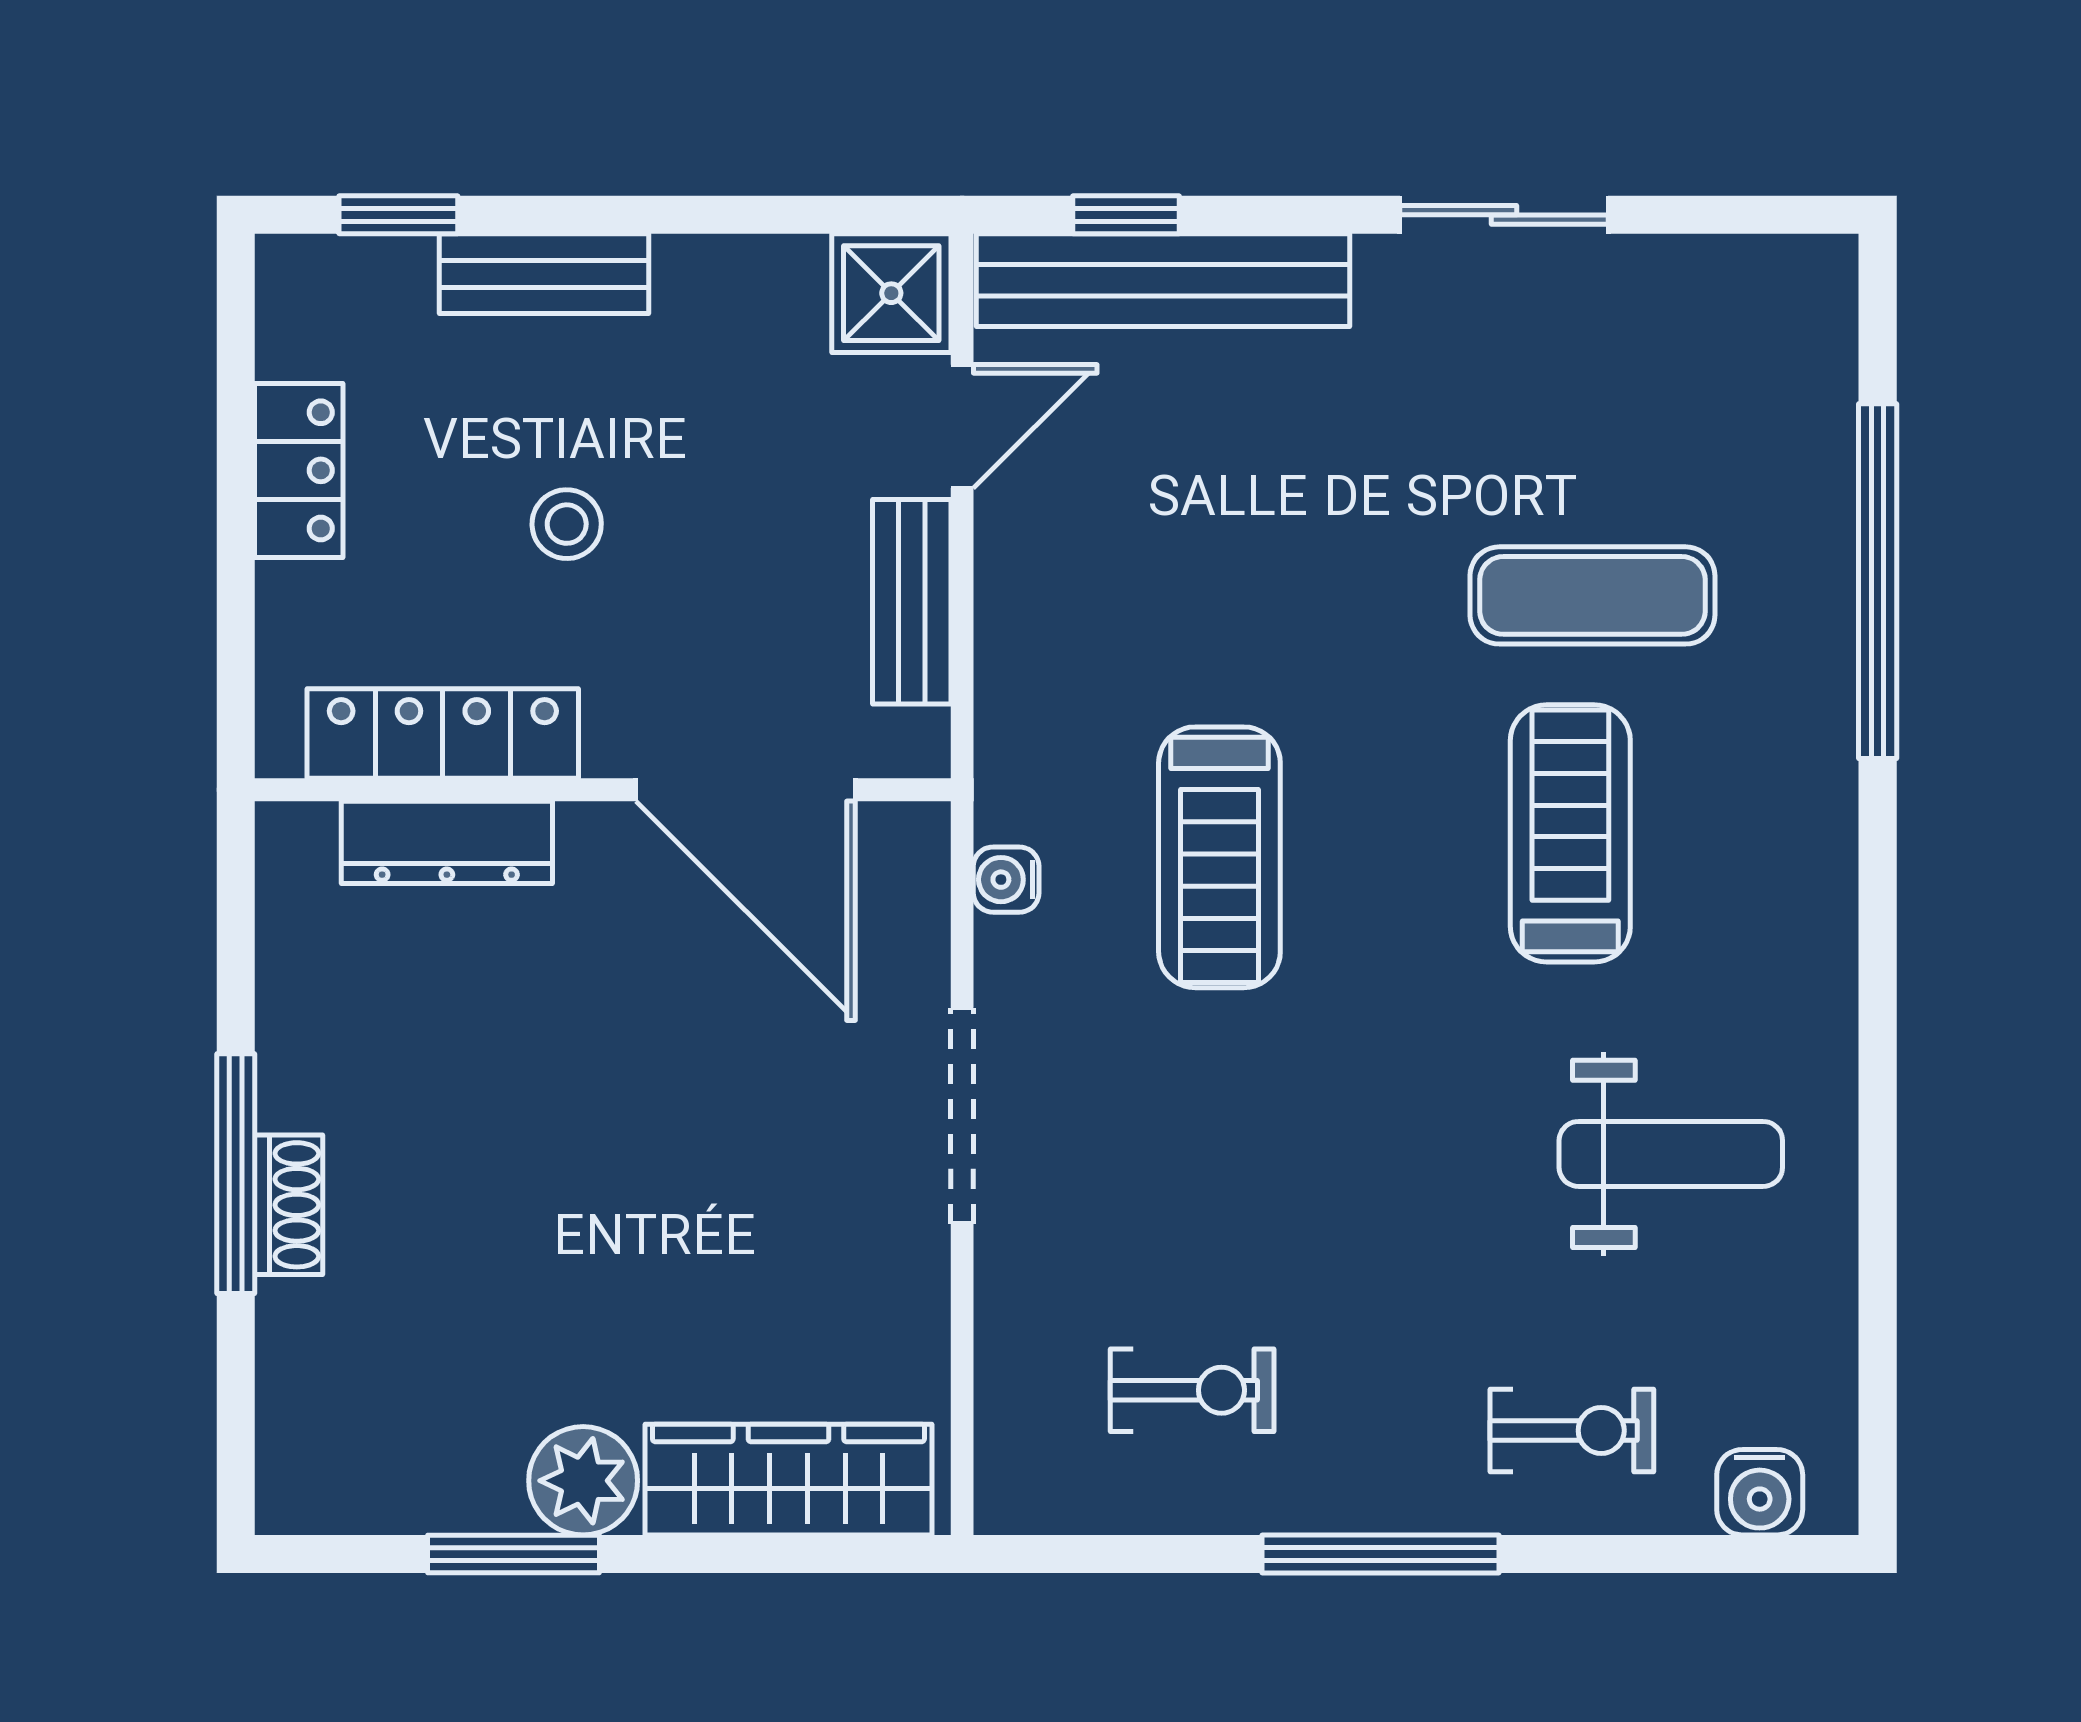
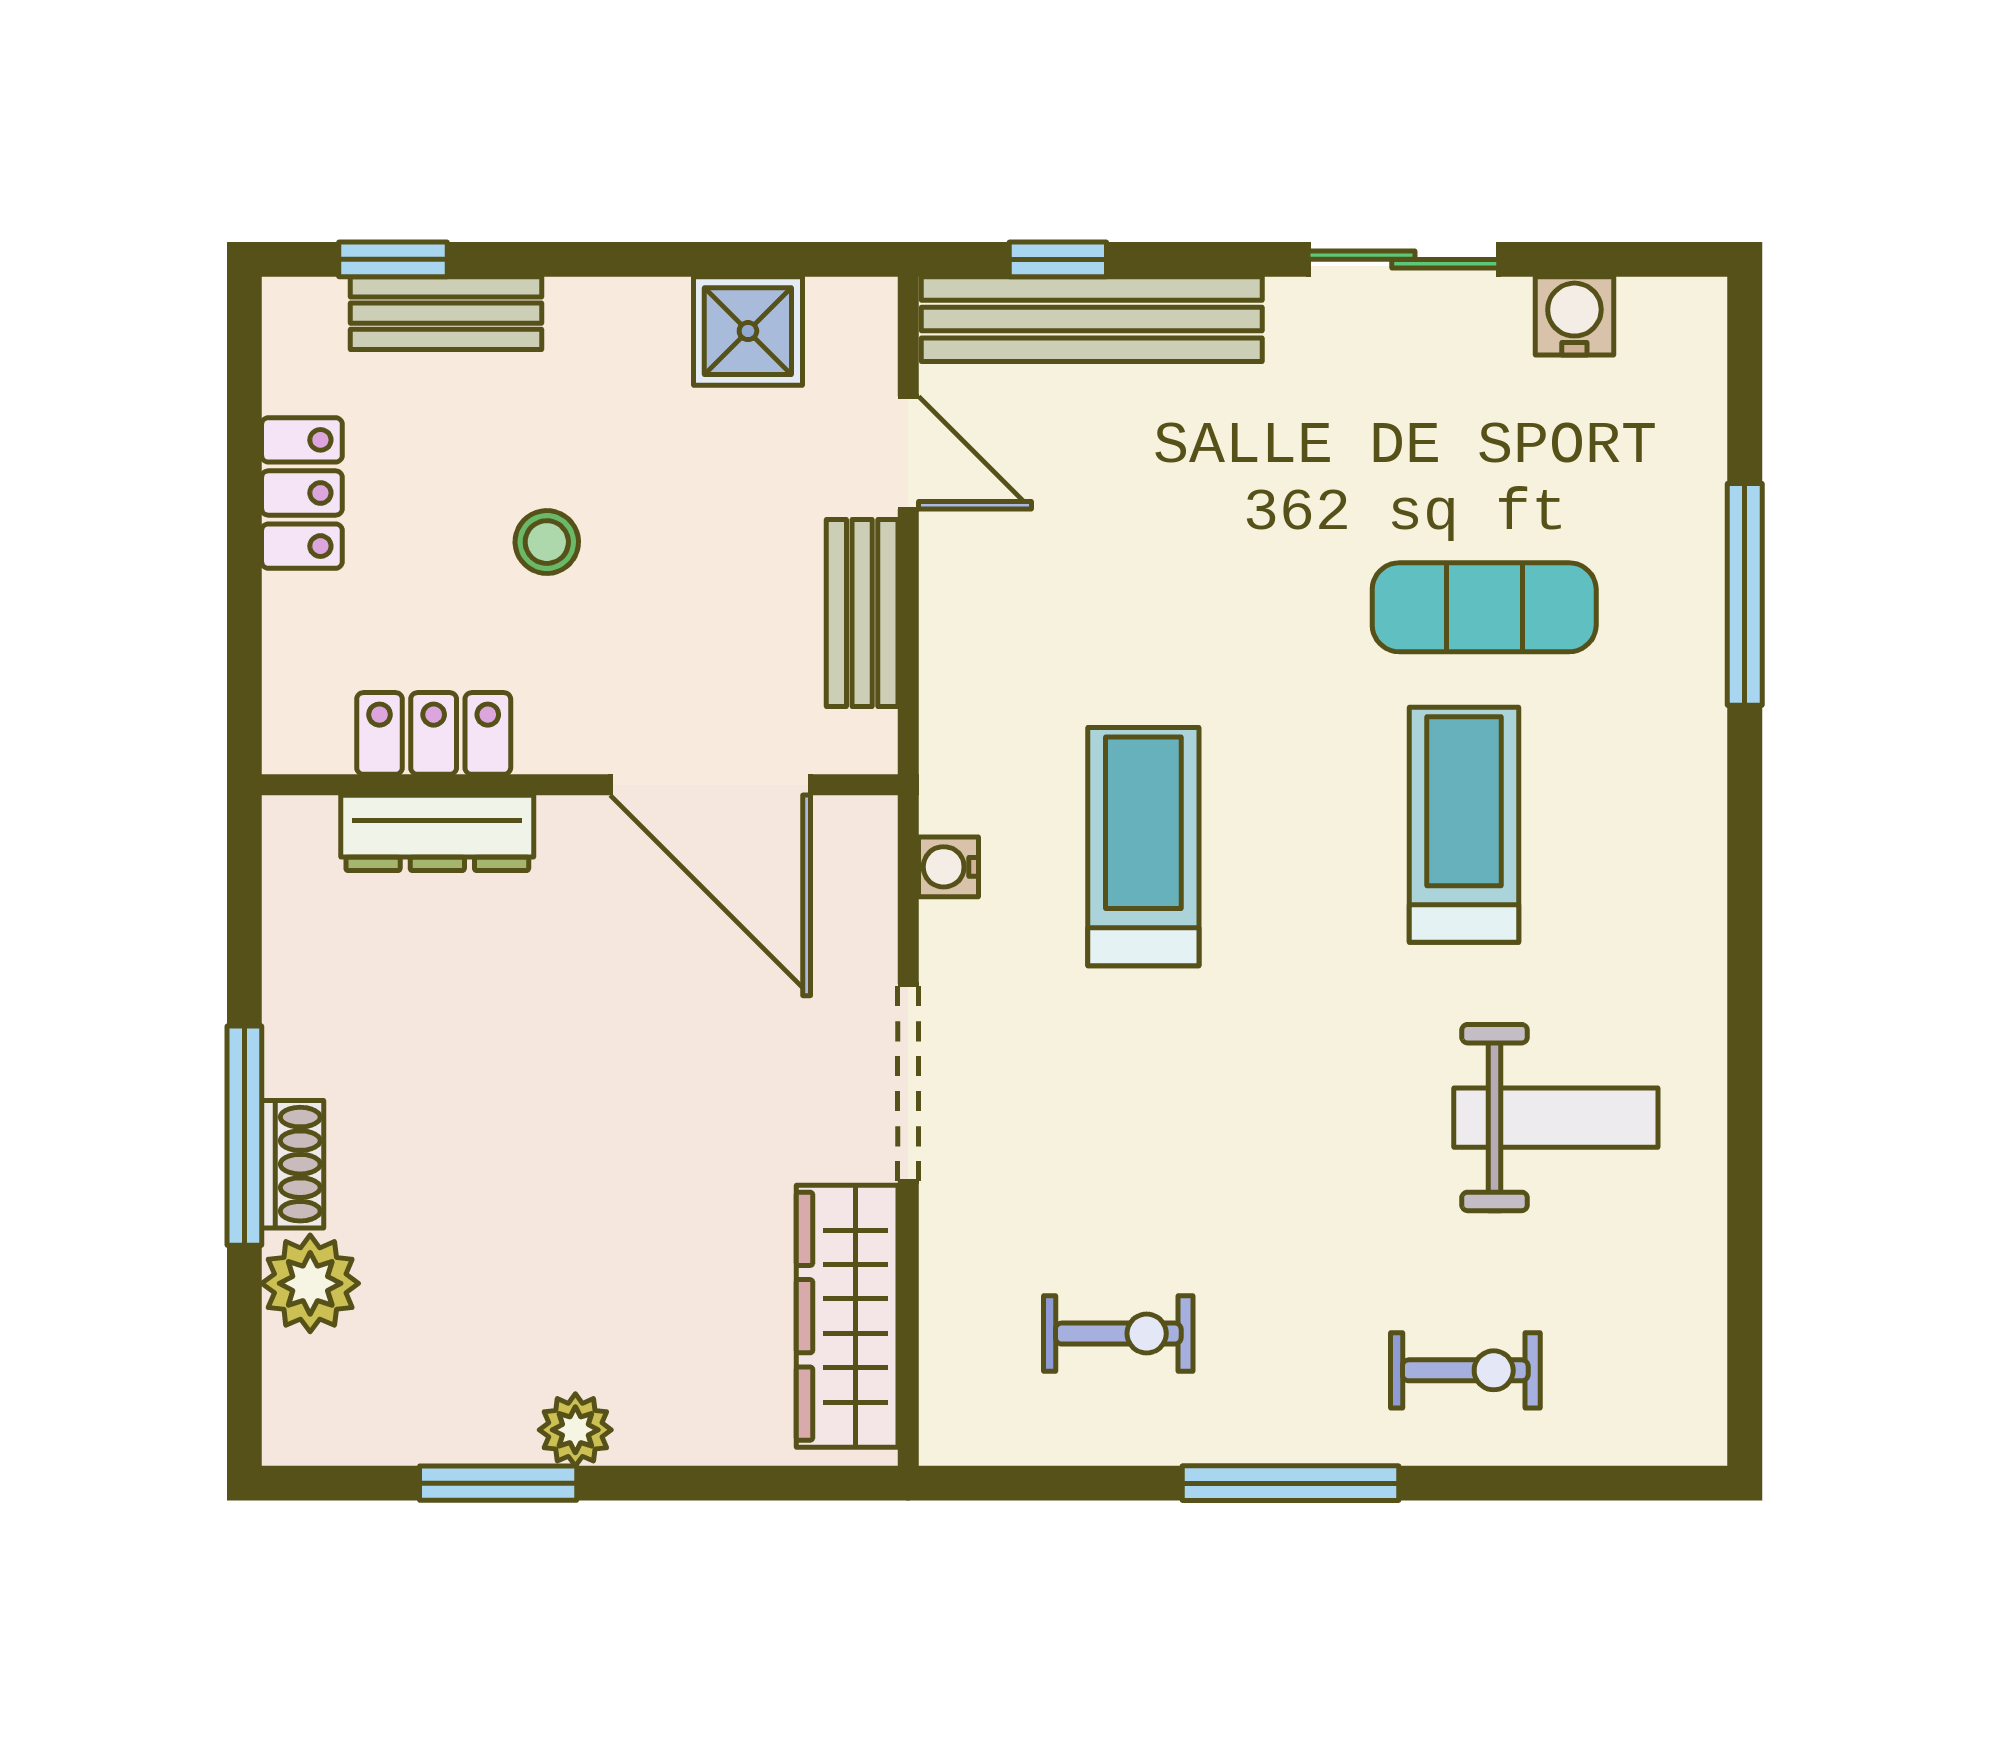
bench: (544, 274) -> (446, 313), moved
shower: (891, 293) -> (748, 331), moved
door: (962, 426) -> (908, 453), hinge flipped
window: (1878, 581) -> (1745, 594), width x0.68
locker: (443, 734) -> (434, 733), width x0.66
treadmill: (1219, 857) -> (1143, 847), turned 180
plant: (308, 1335) -> (310, 1283), added
wardrobe: (788, 1480) -> (847, 1316), moved, turned -90
plant: (583, 1481) -> (575, 1430), width x0.73, depth x0.73
water cooler: (1760, 1492) -> (1574, 316), moved, turned 180

